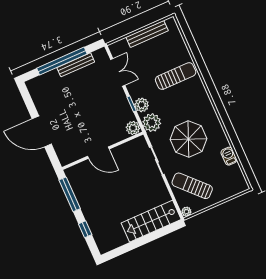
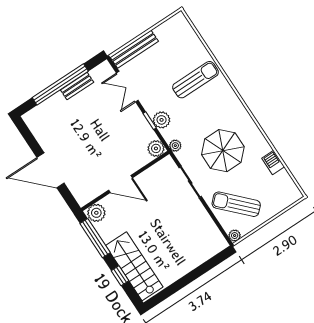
bench: (147, 34) -> (134, 49), moved
bench: (76, 65) -> (77, 86), width x0.73
double door: (118, 72) -> (127, 87), swing flipped
plant: (152, 123) -> (175, 146), width x0.53, depth x0.53
plant: (74, 173) -> (96, 213), added
stairs: (151, 221) -> (134, 266), moved, turned 90

